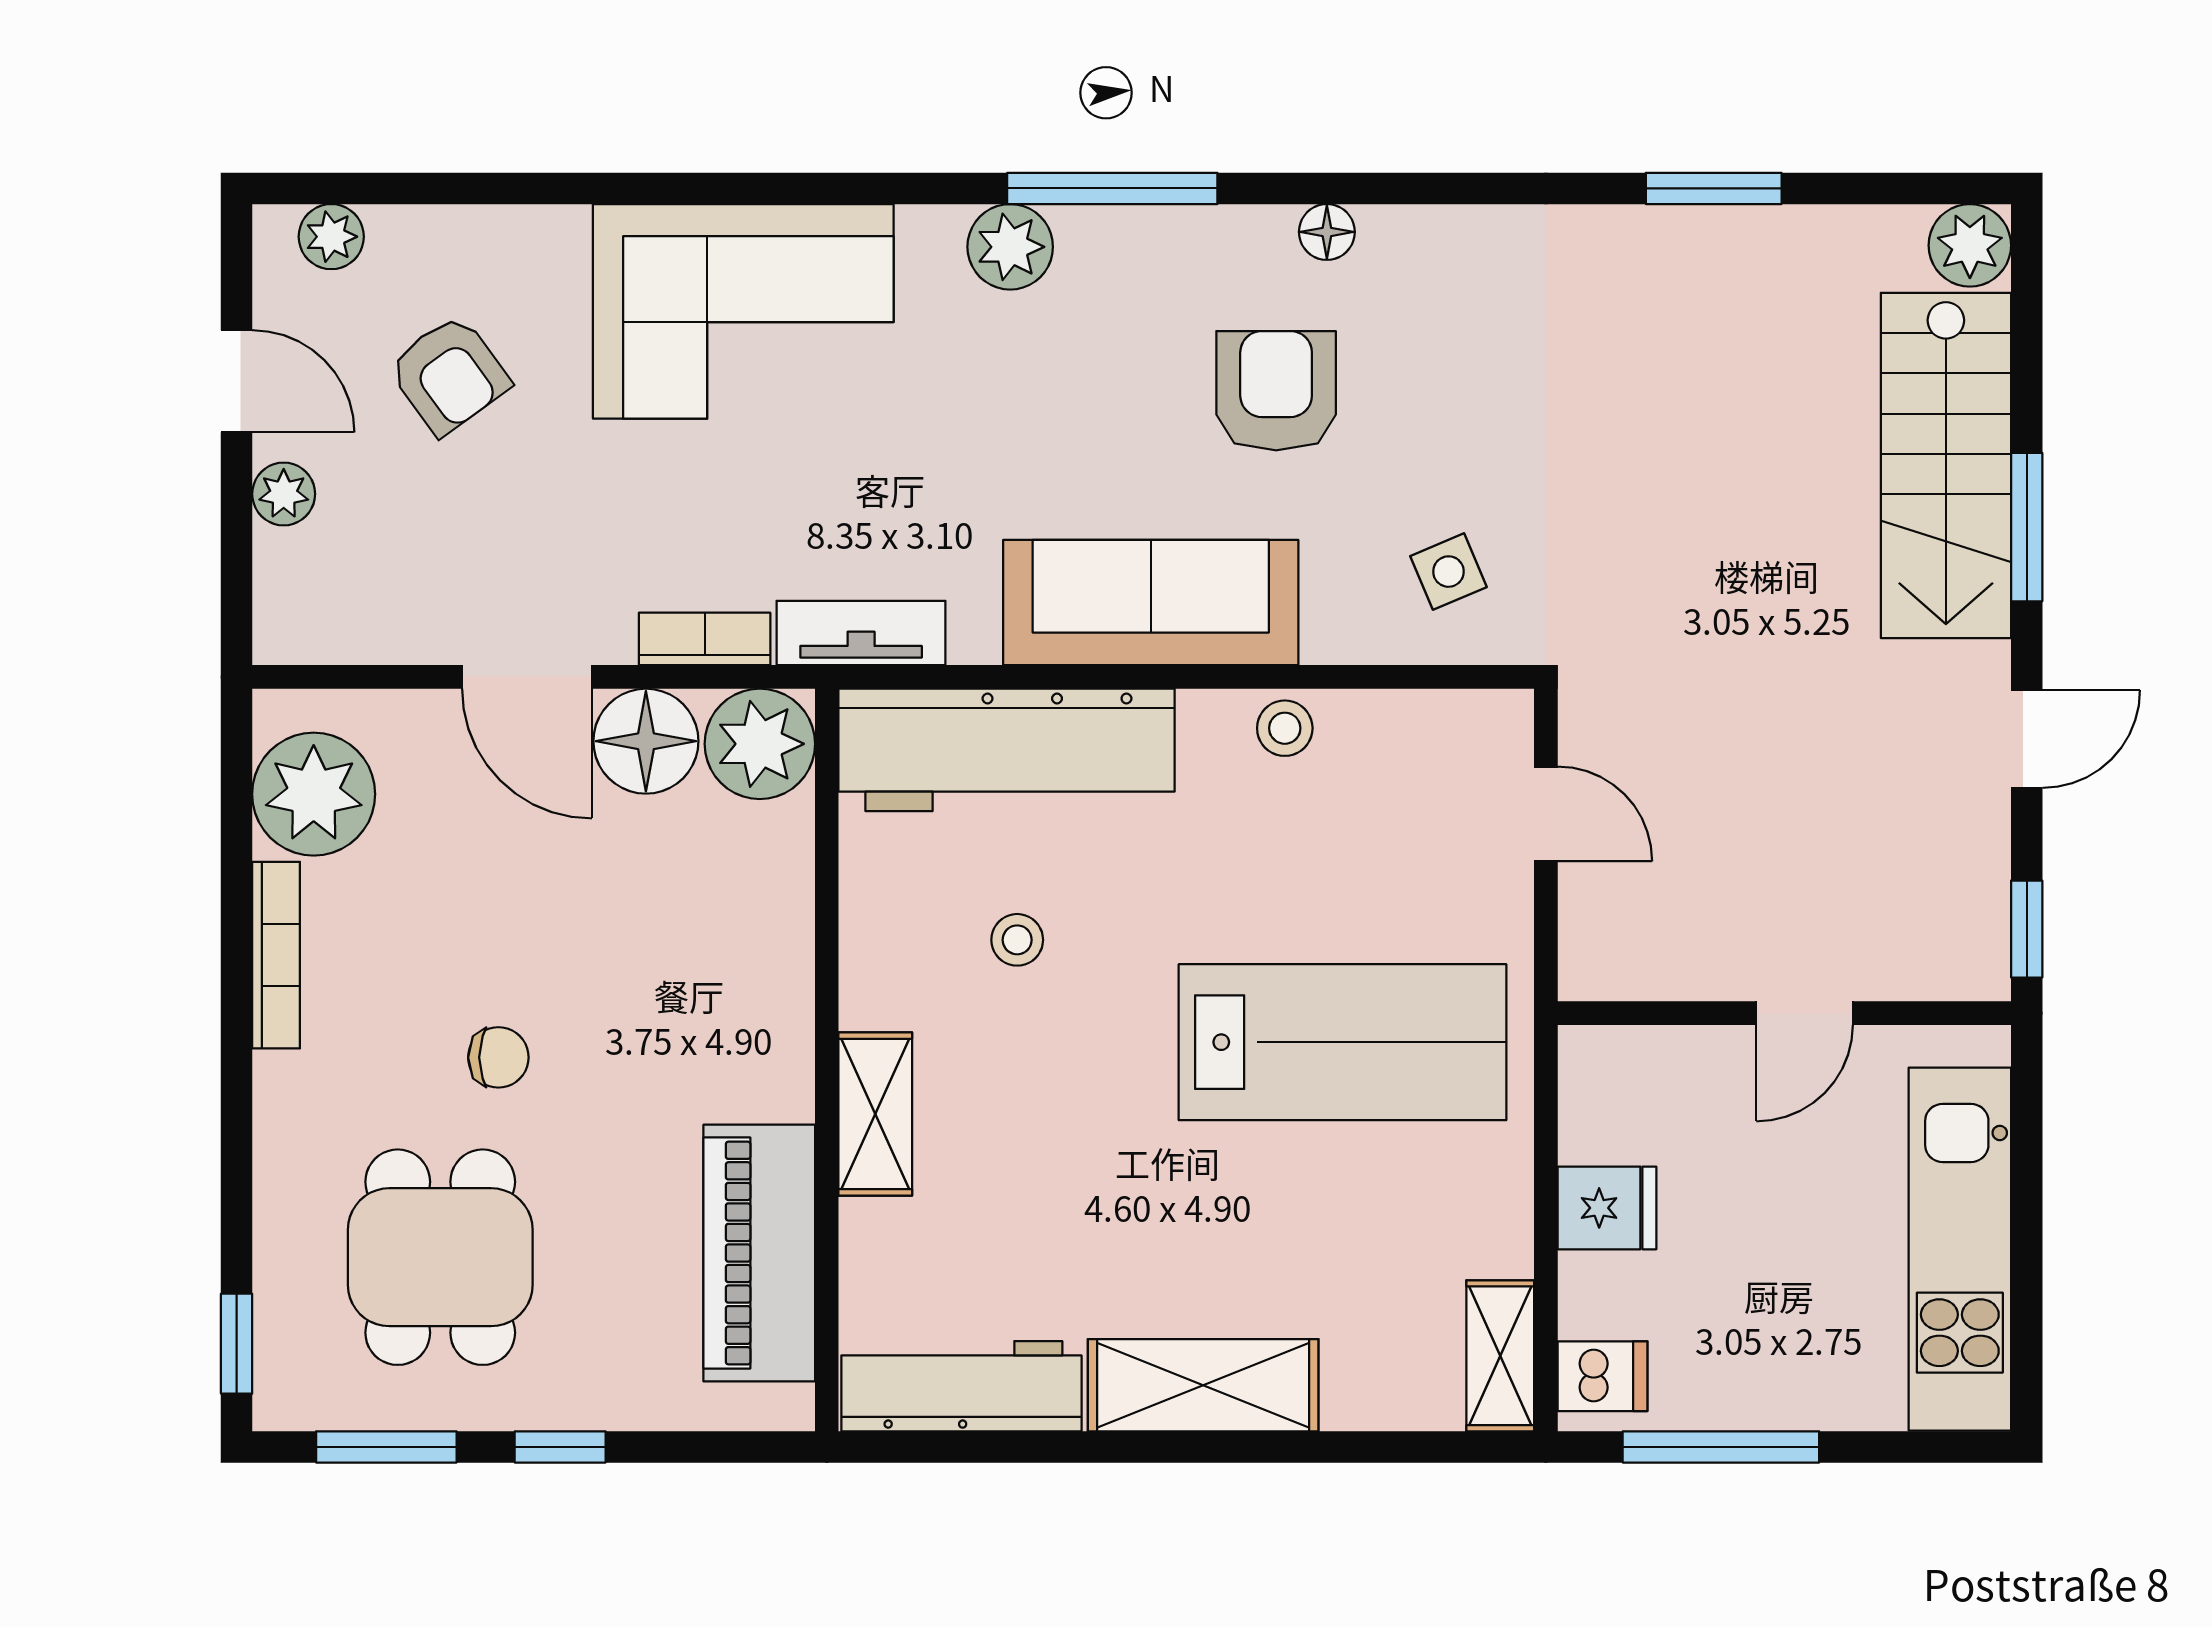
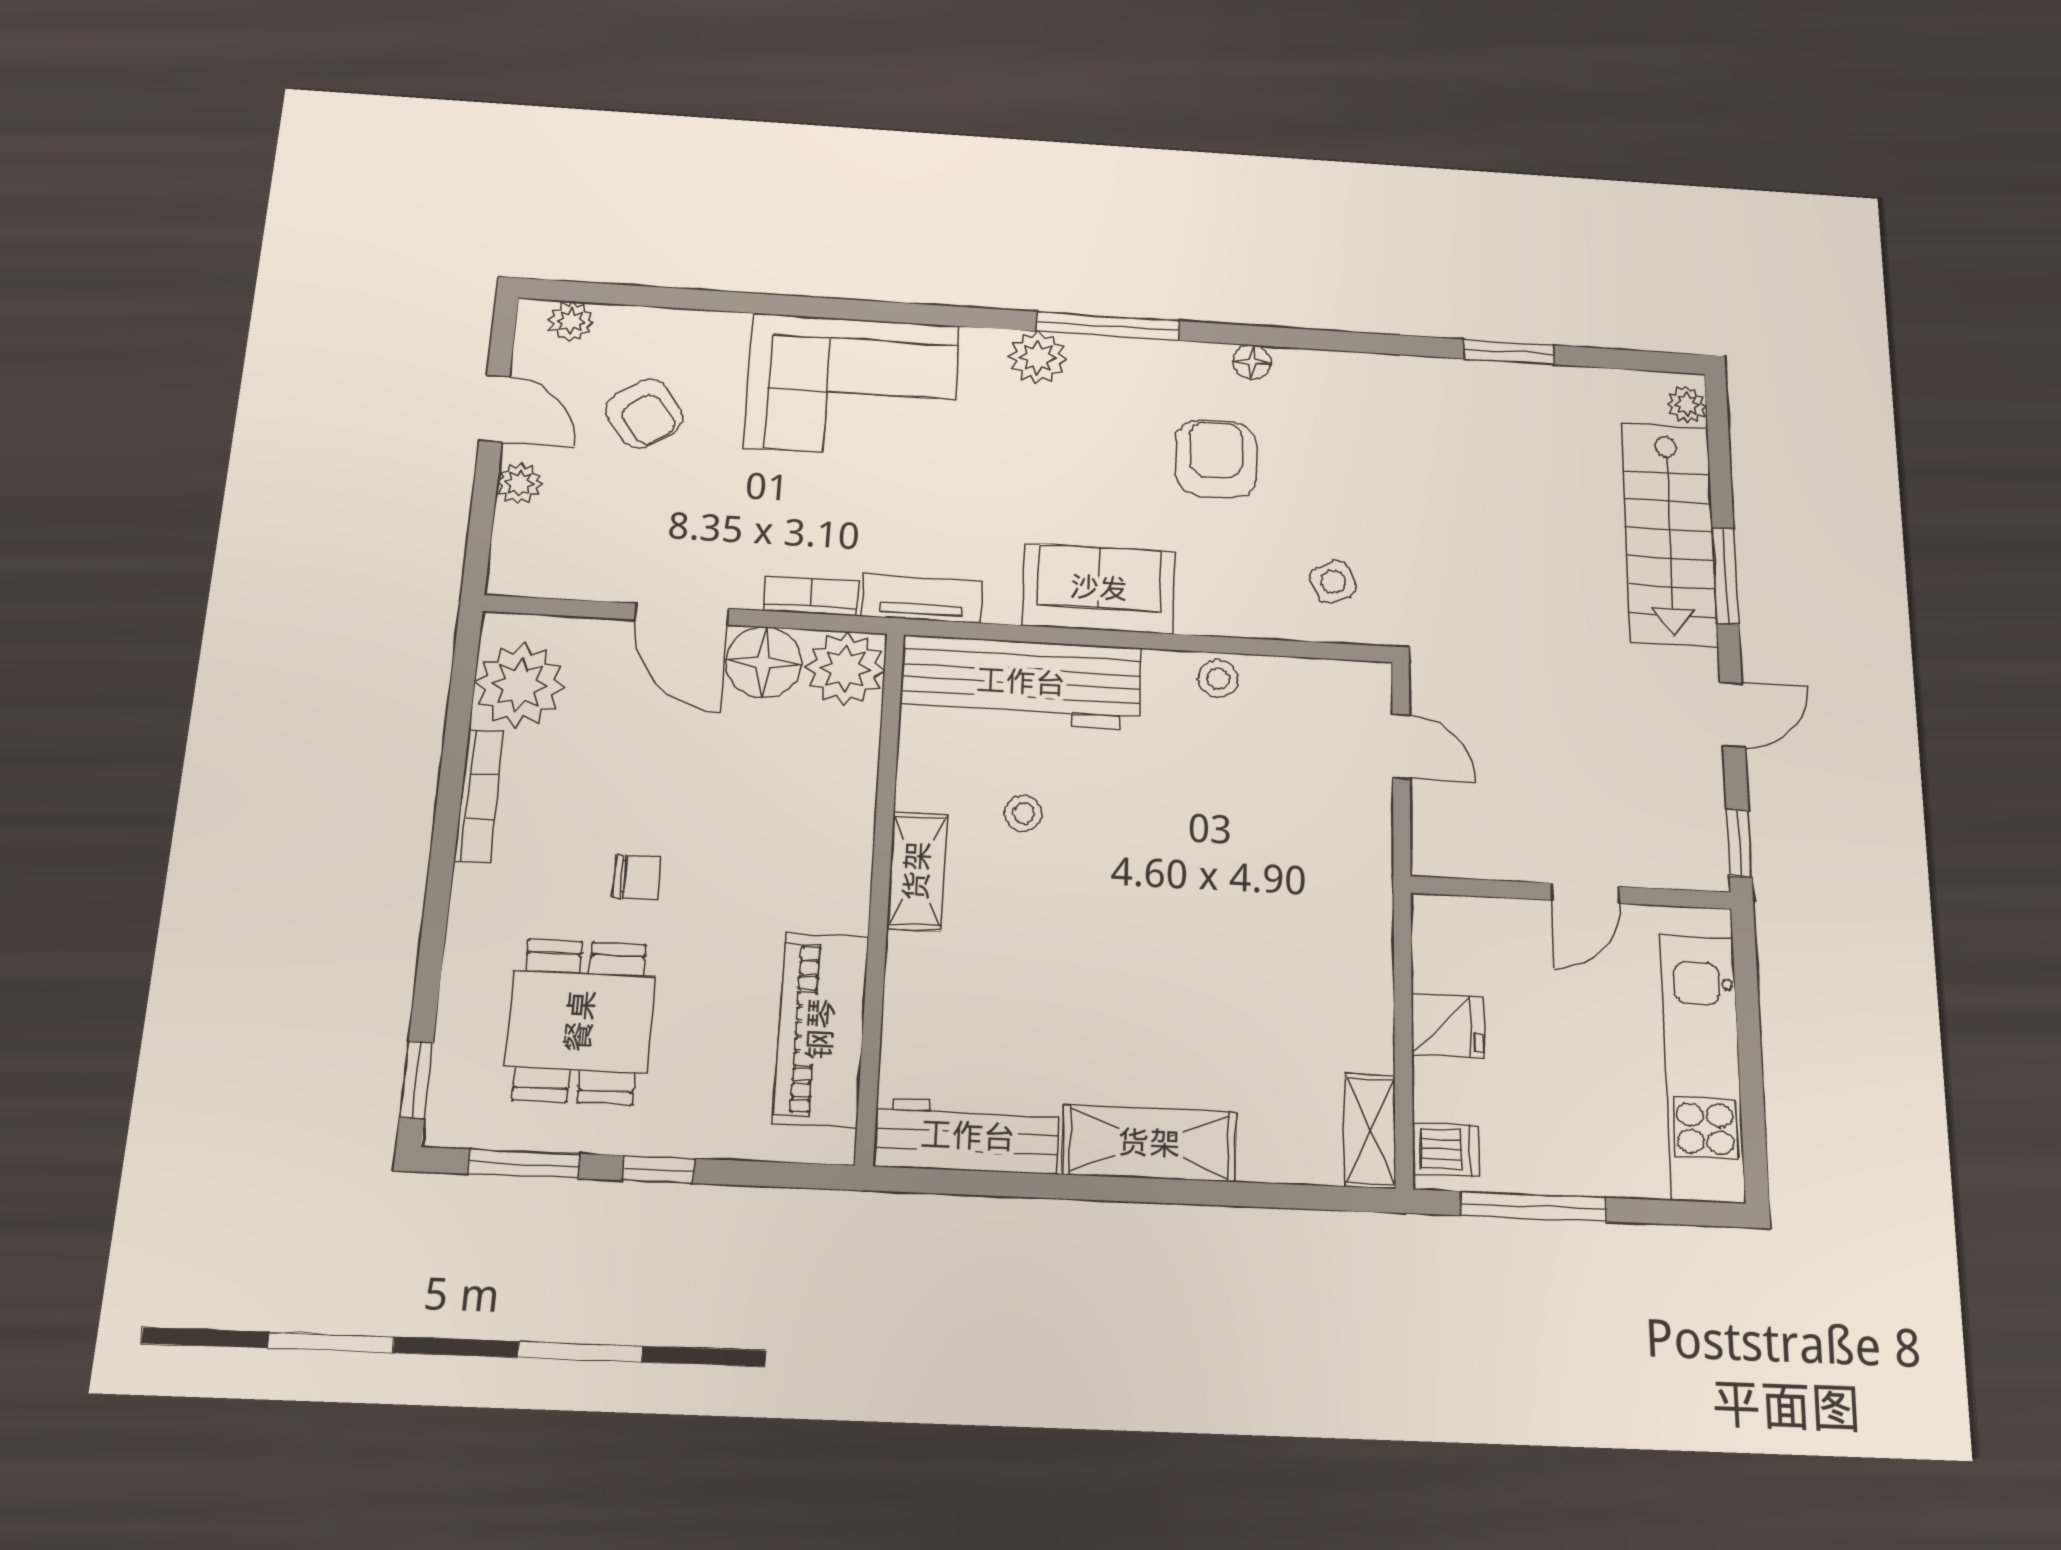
plant: (1970, 245) -> (1687, 405), width x0.73, depth x0.73
sofa: (1151, 603) -> (1099, 588), width x0.73
lab bench: (1342, 1042) -> (1256, 897), removed
shelving: (875, 1114) -> (917, 871), moved

